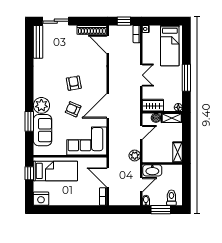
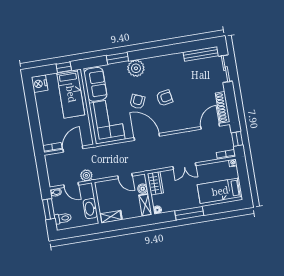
sofa: (43, 130) -> (96, 84), moved, turned -90
plant: (135, 156) -> (86, 175), moved
washbasin: (152, 170) -> (90, 209), moved

